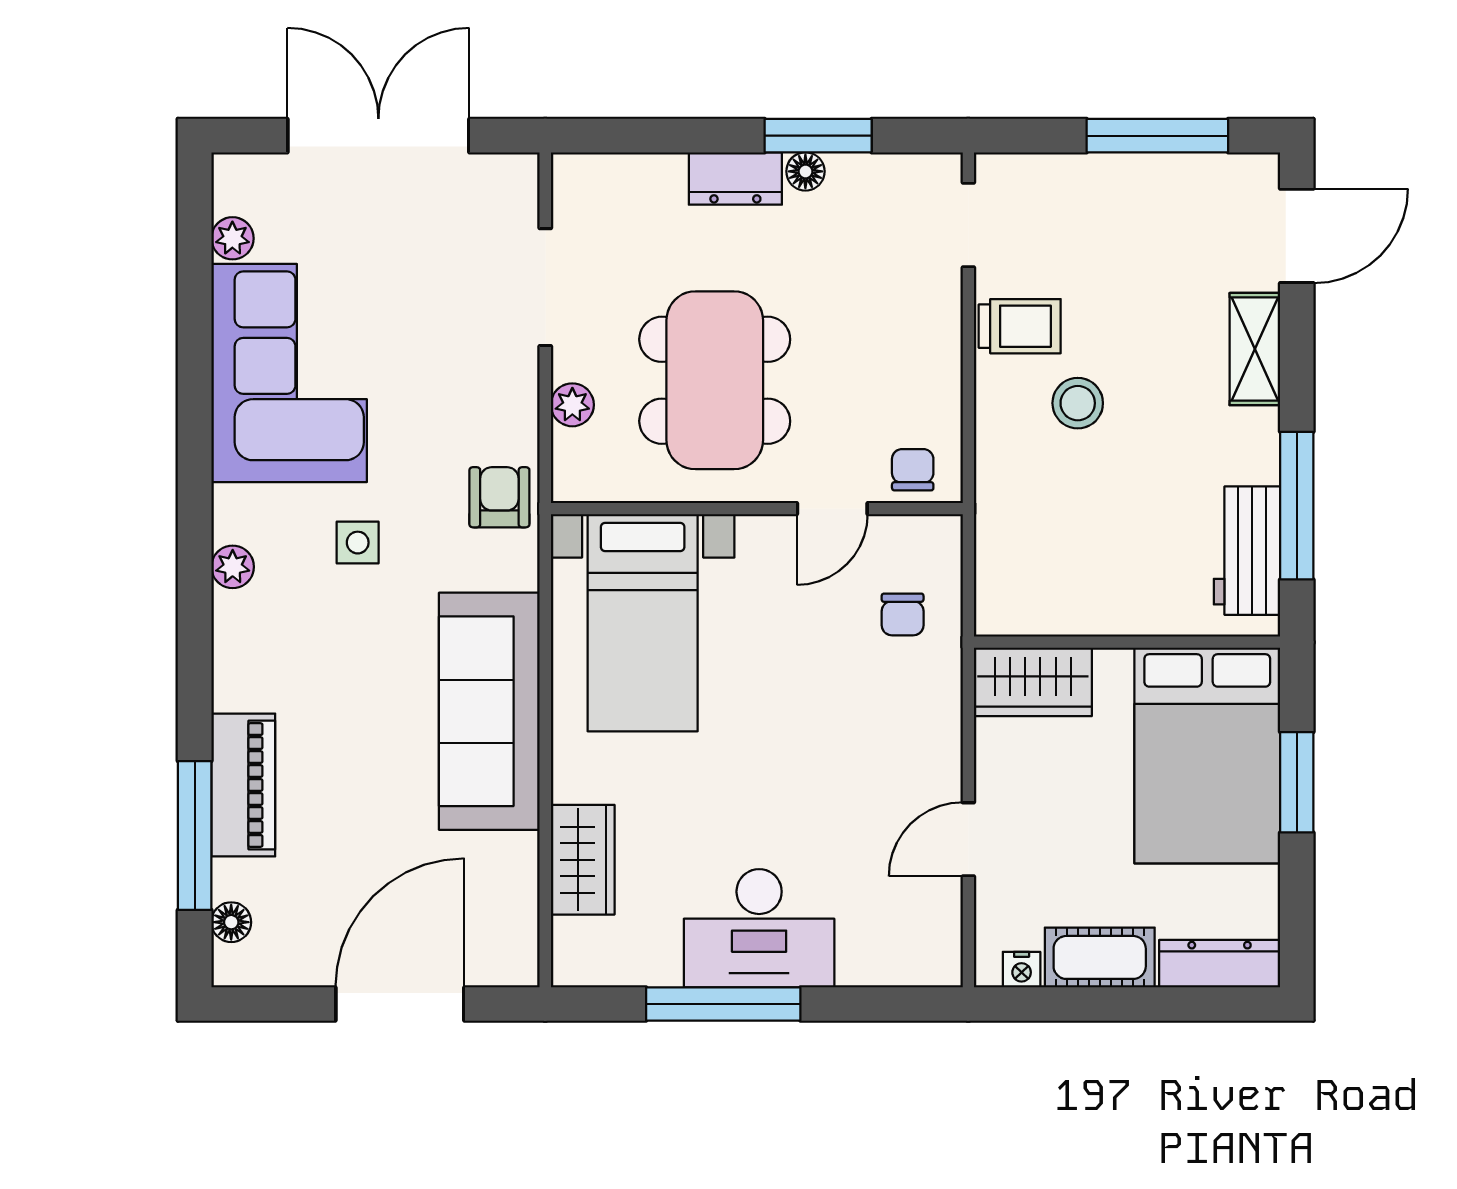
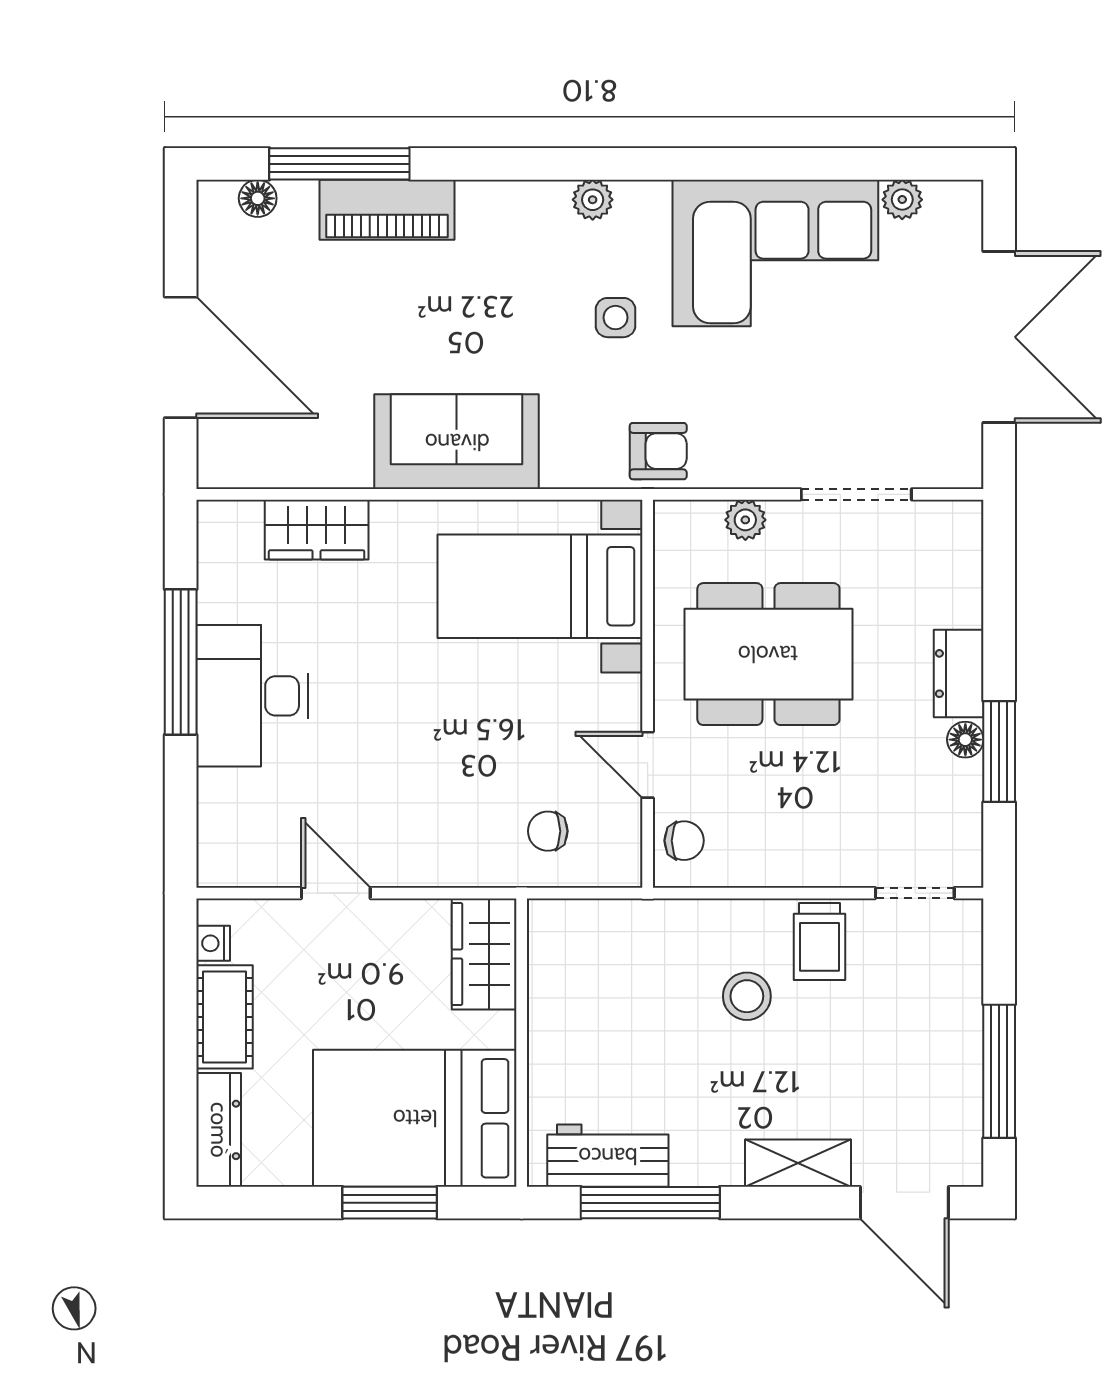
sofa: (489, 711) -> (457, 442), width x0.73

